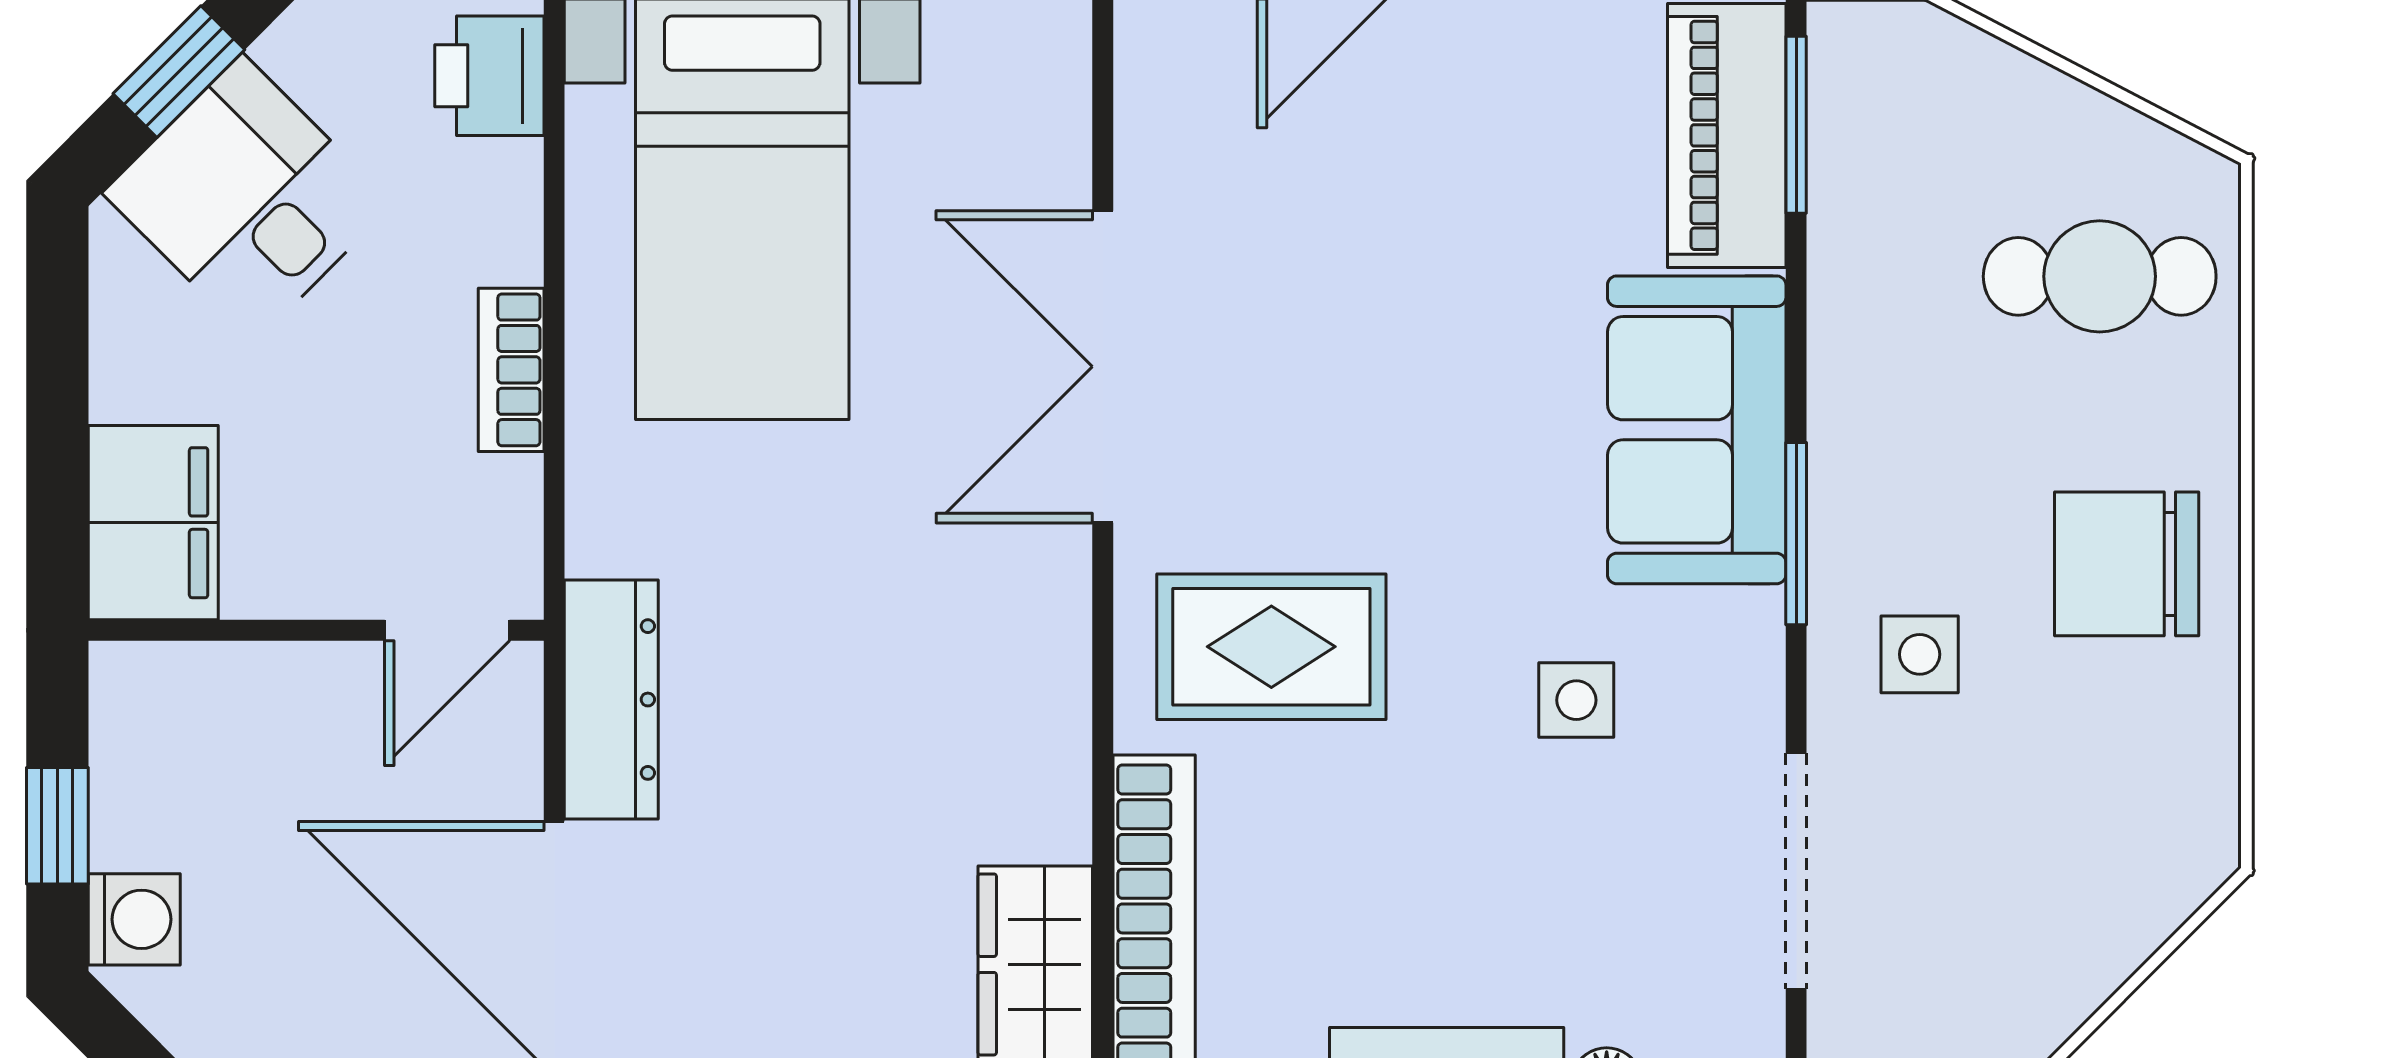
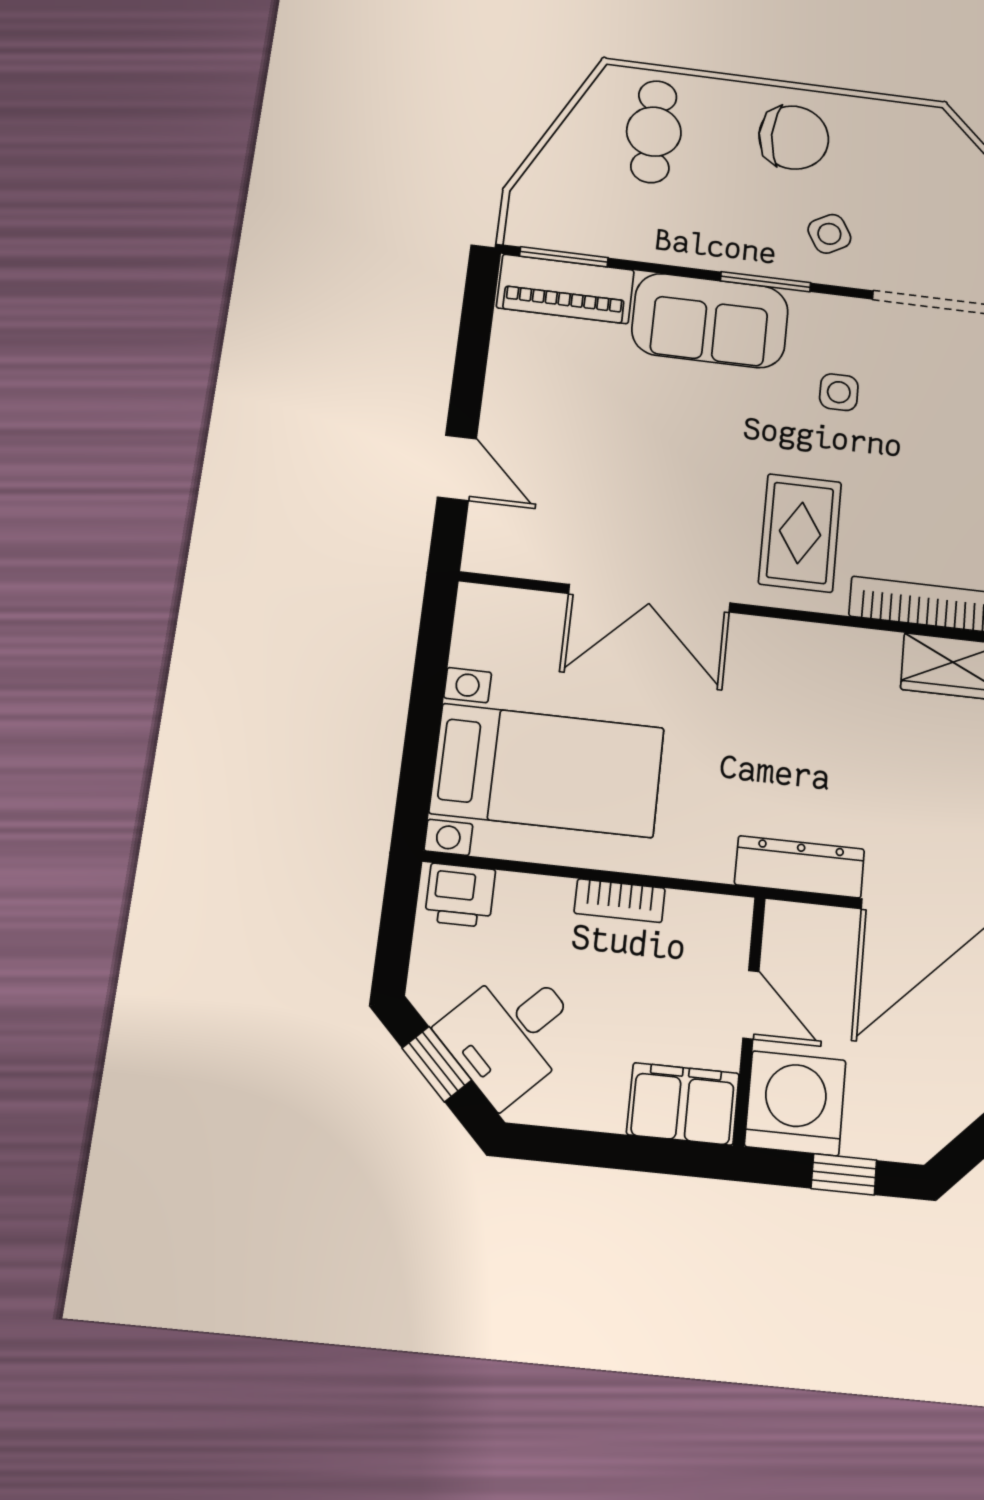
chair: (2127, 564) -> (794, 138), turned -90
door: (447, 630) -> (751, 1005), moved
side table: (1920, 654) -> (829, 234), turned -30
washing machine: (134, 919) -> (795, 1103), moved, width x1.89, depth x1.89

